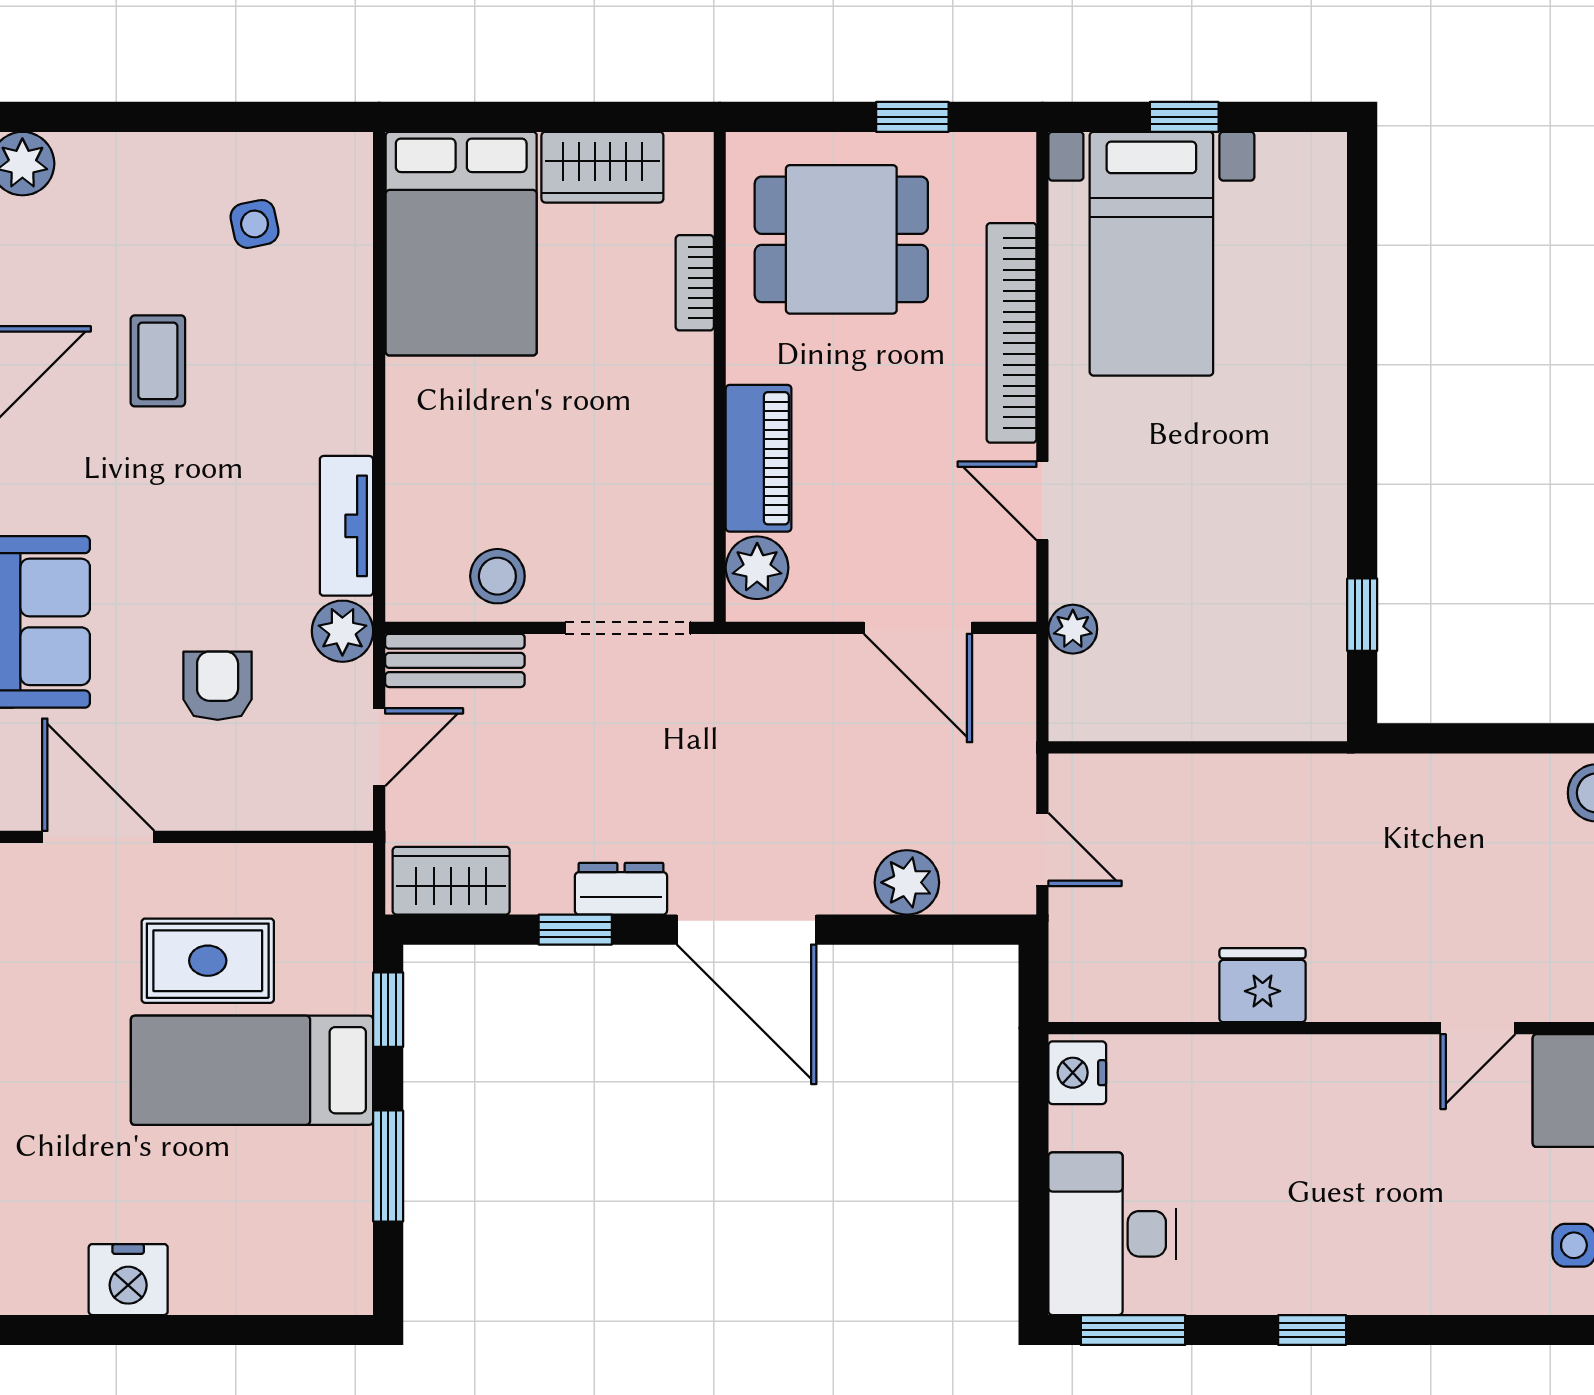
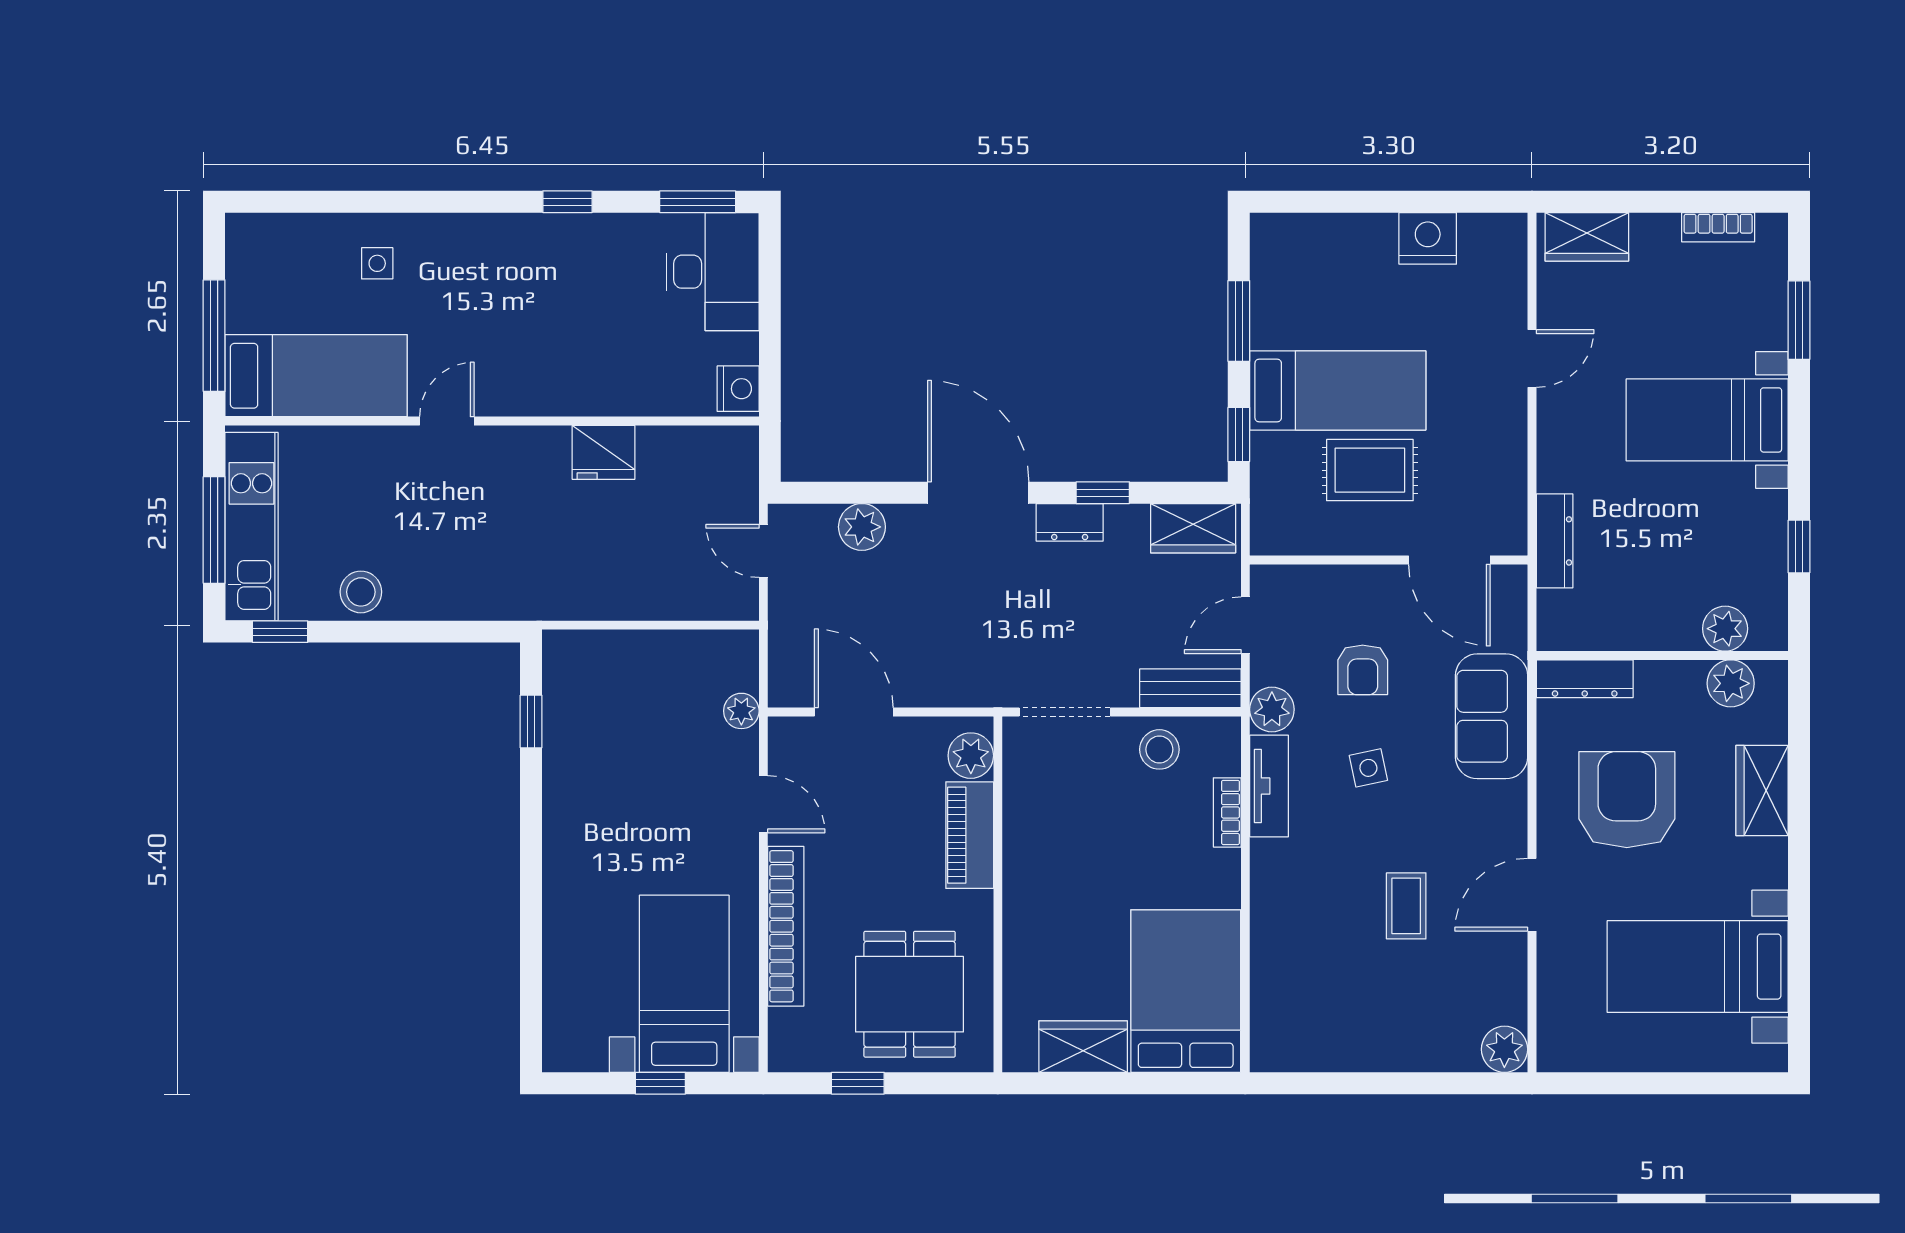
side table: (255, 224) -> (1368, 768), moved
dining table: (841, 239) -> (910, 994), turned 90
bookcase: (695, 283) -> (1227, 812), moved, turned 180

